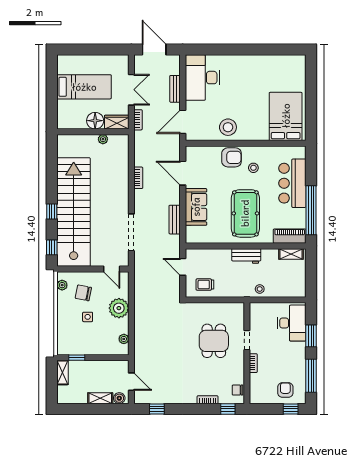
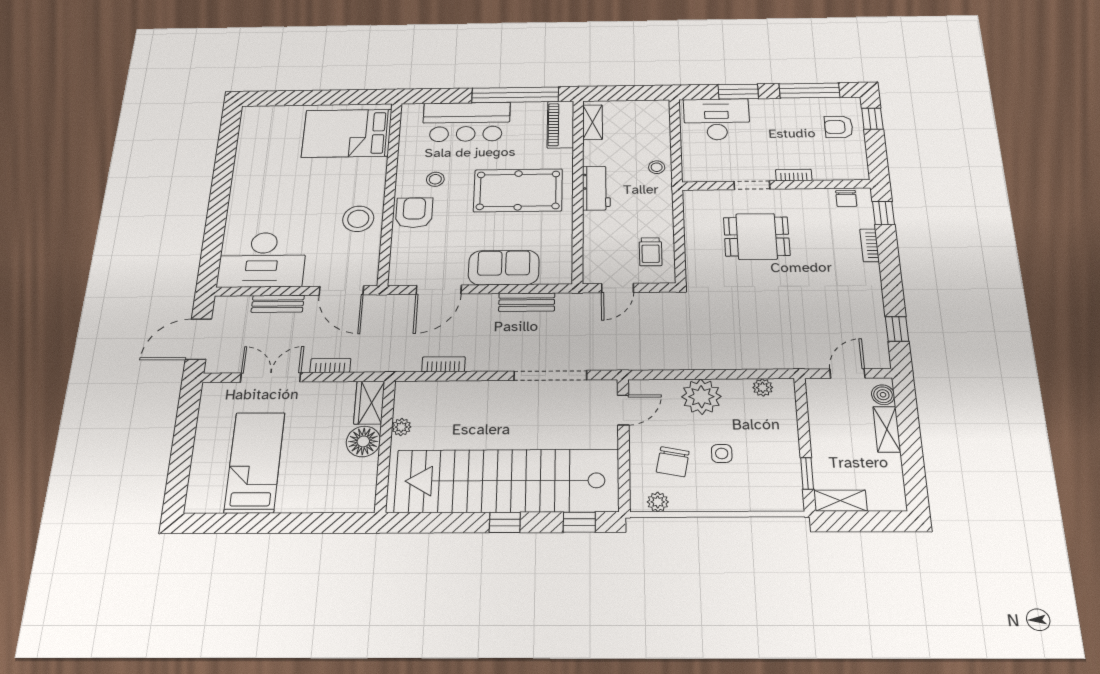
floor lamp: (95, 121) -> (363, 441), moved
wardrobe: (117, 122) -> (369, 403), moved
wall: (93, 132) -> (385, 445), moved
plant: (103, 139) -> (401, 427), moved

